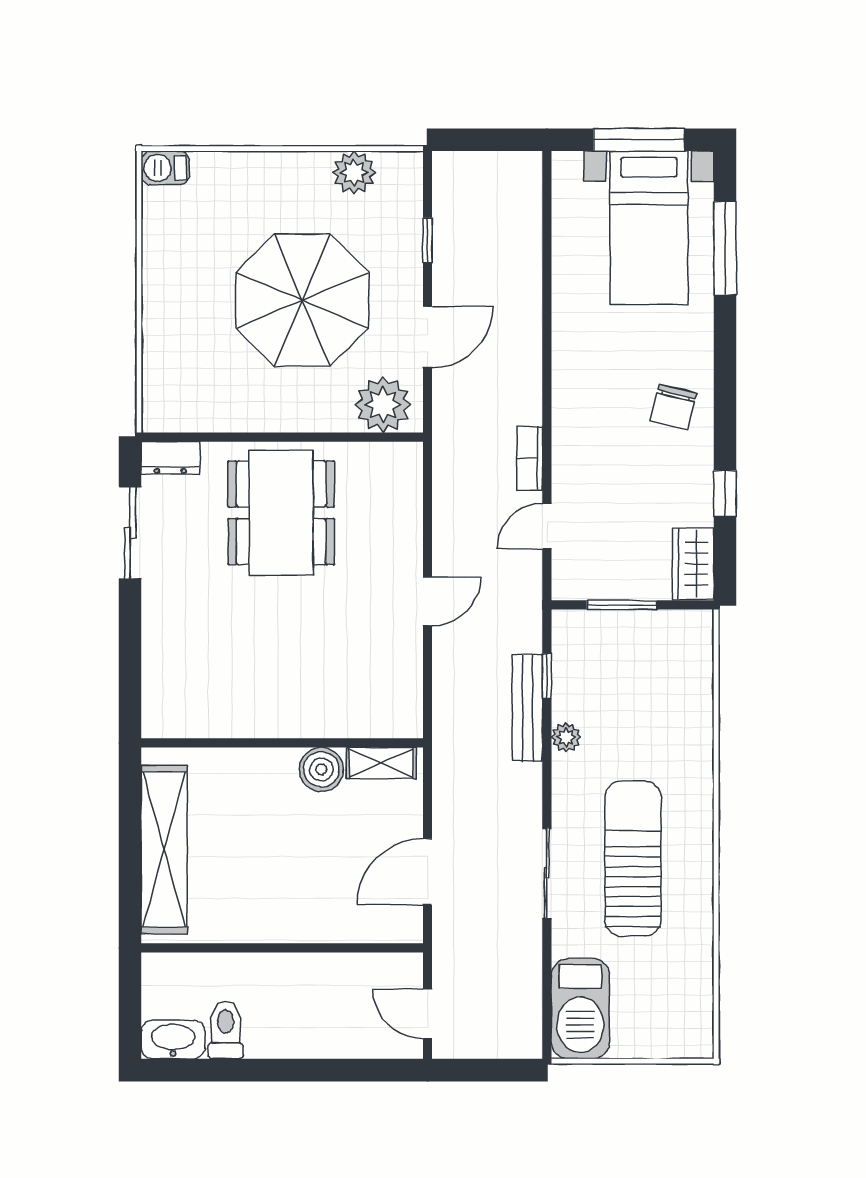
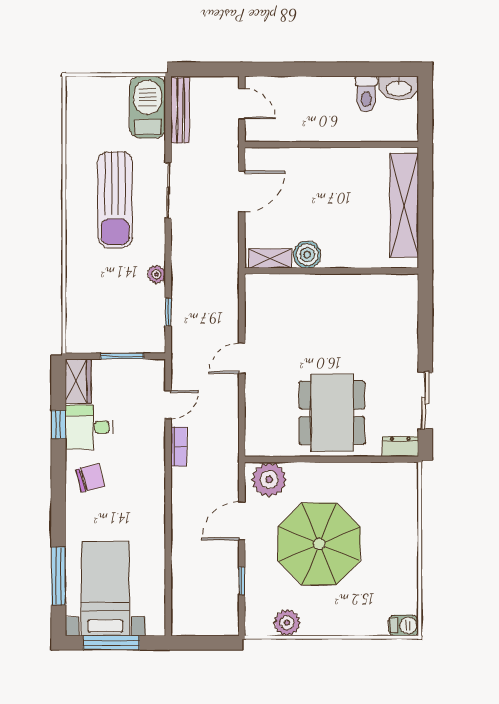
chair: (673, 407) -> (90, 478), turned 62
desk: (675, 490) -> (89, 427), added
bench: (527, 708) -> (180, 110), moved

